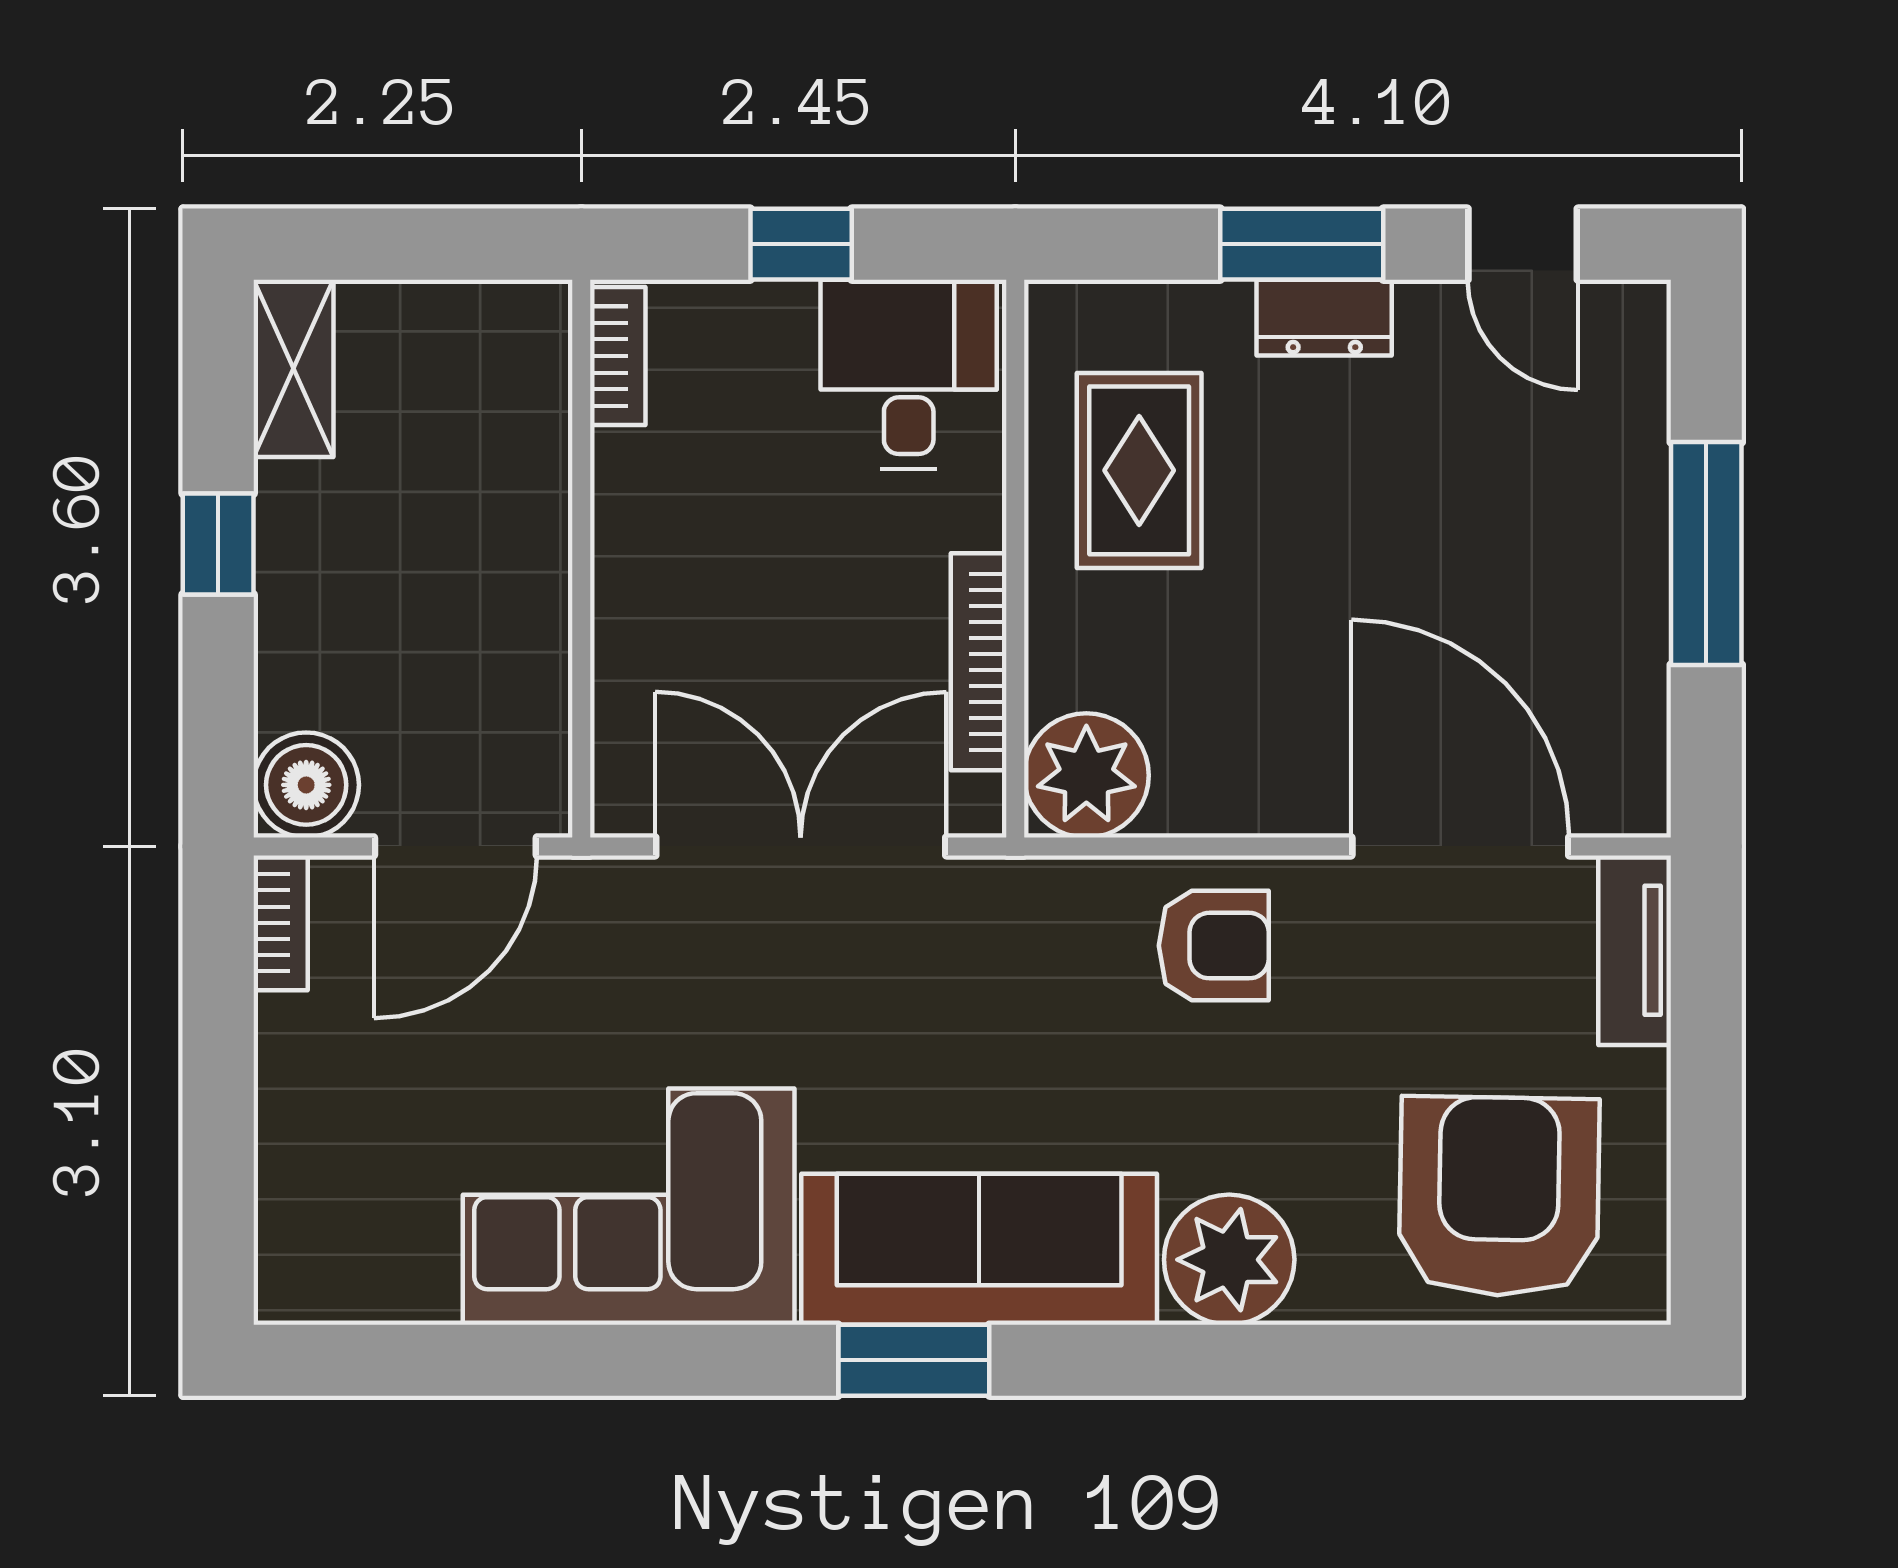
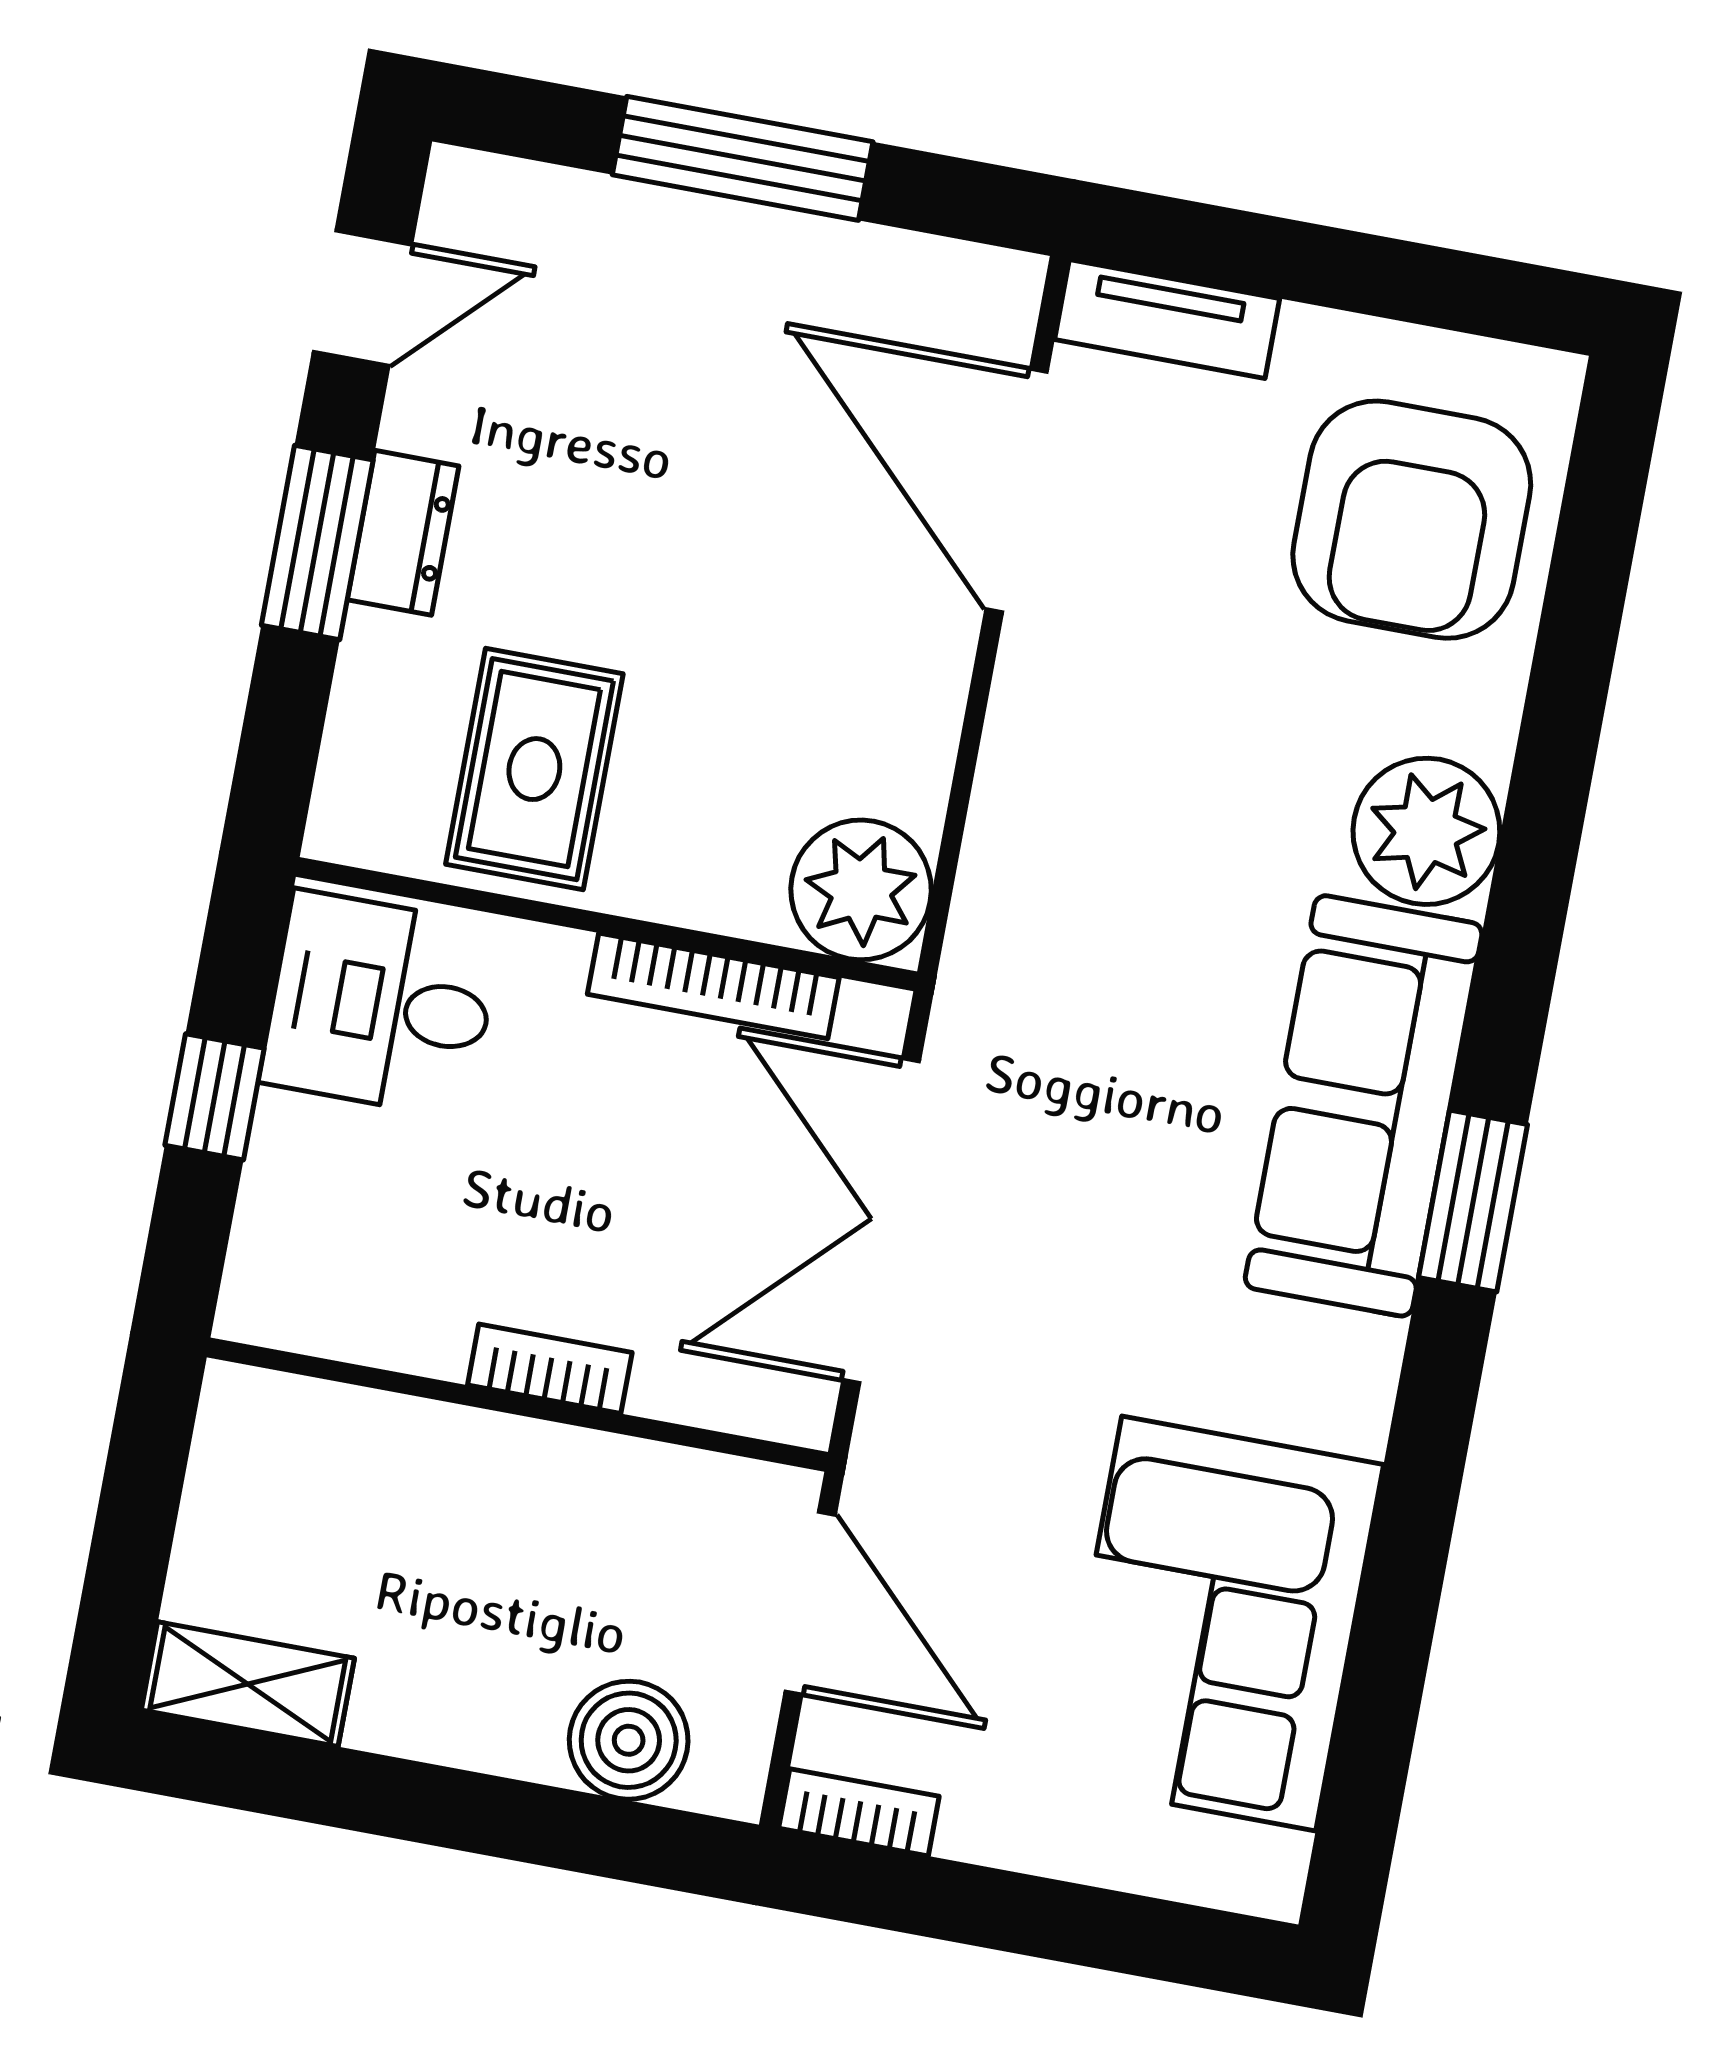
bookcase: (618, 356) -> (550, 1369), moved
rug: (1139, 470) -> (534, 769), turned 90
window: (218, 544) -> (427, 1804), removed
boiler: (306, 785) -> (629, 1740), moved
door: (1460, 846) -> (1016, 491), hinge flipped
armchair: (1214, 946) -> (1076, 784), removed
armchair: (1499, 1196) -> (1412, 520), turned -91
corner sofa: (629, 1207) -> (1219, 1623), moved

